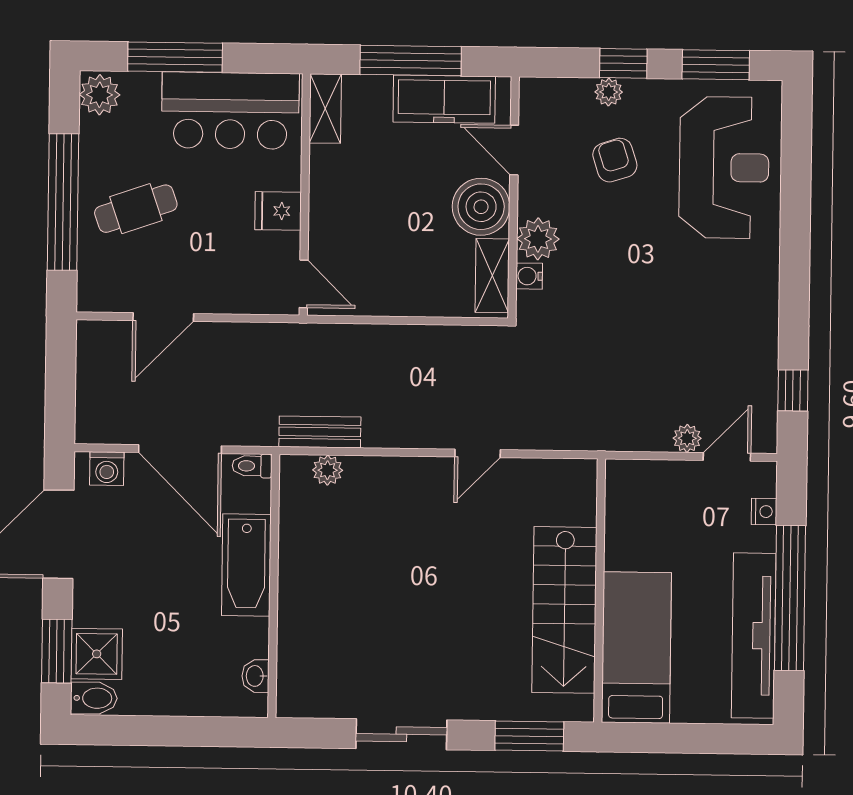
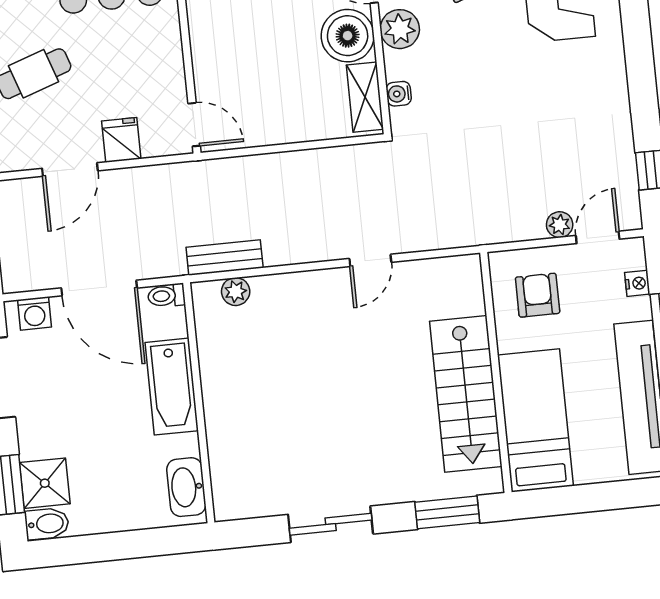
fridge: (278, 211) -> (121, 140), moved, turned 90
plant: (538, 239) -> (400, 29), moved
armchair: (654, 512) -> (538, 295), added
washbasin: (256, 676) -> (186, 487), width x1.91, depth x1.45

